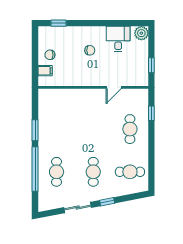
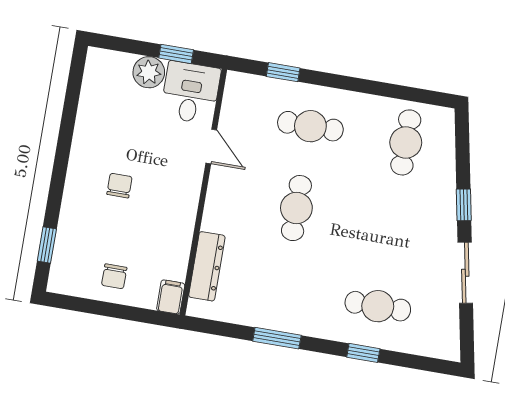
plant: (141, 33) -> (149, 72), moved
desk: (118, 39) -> (191, 93), moved, turned 90
filing cabinet: (45, 71) -> (171, 297), moved
dresser: (61, 94) -> (207, 266), added
window: (35, 169) -> (363, 353), width x0.32
cafe table: (93, 172) -> (296, 208), moved, turned 90

